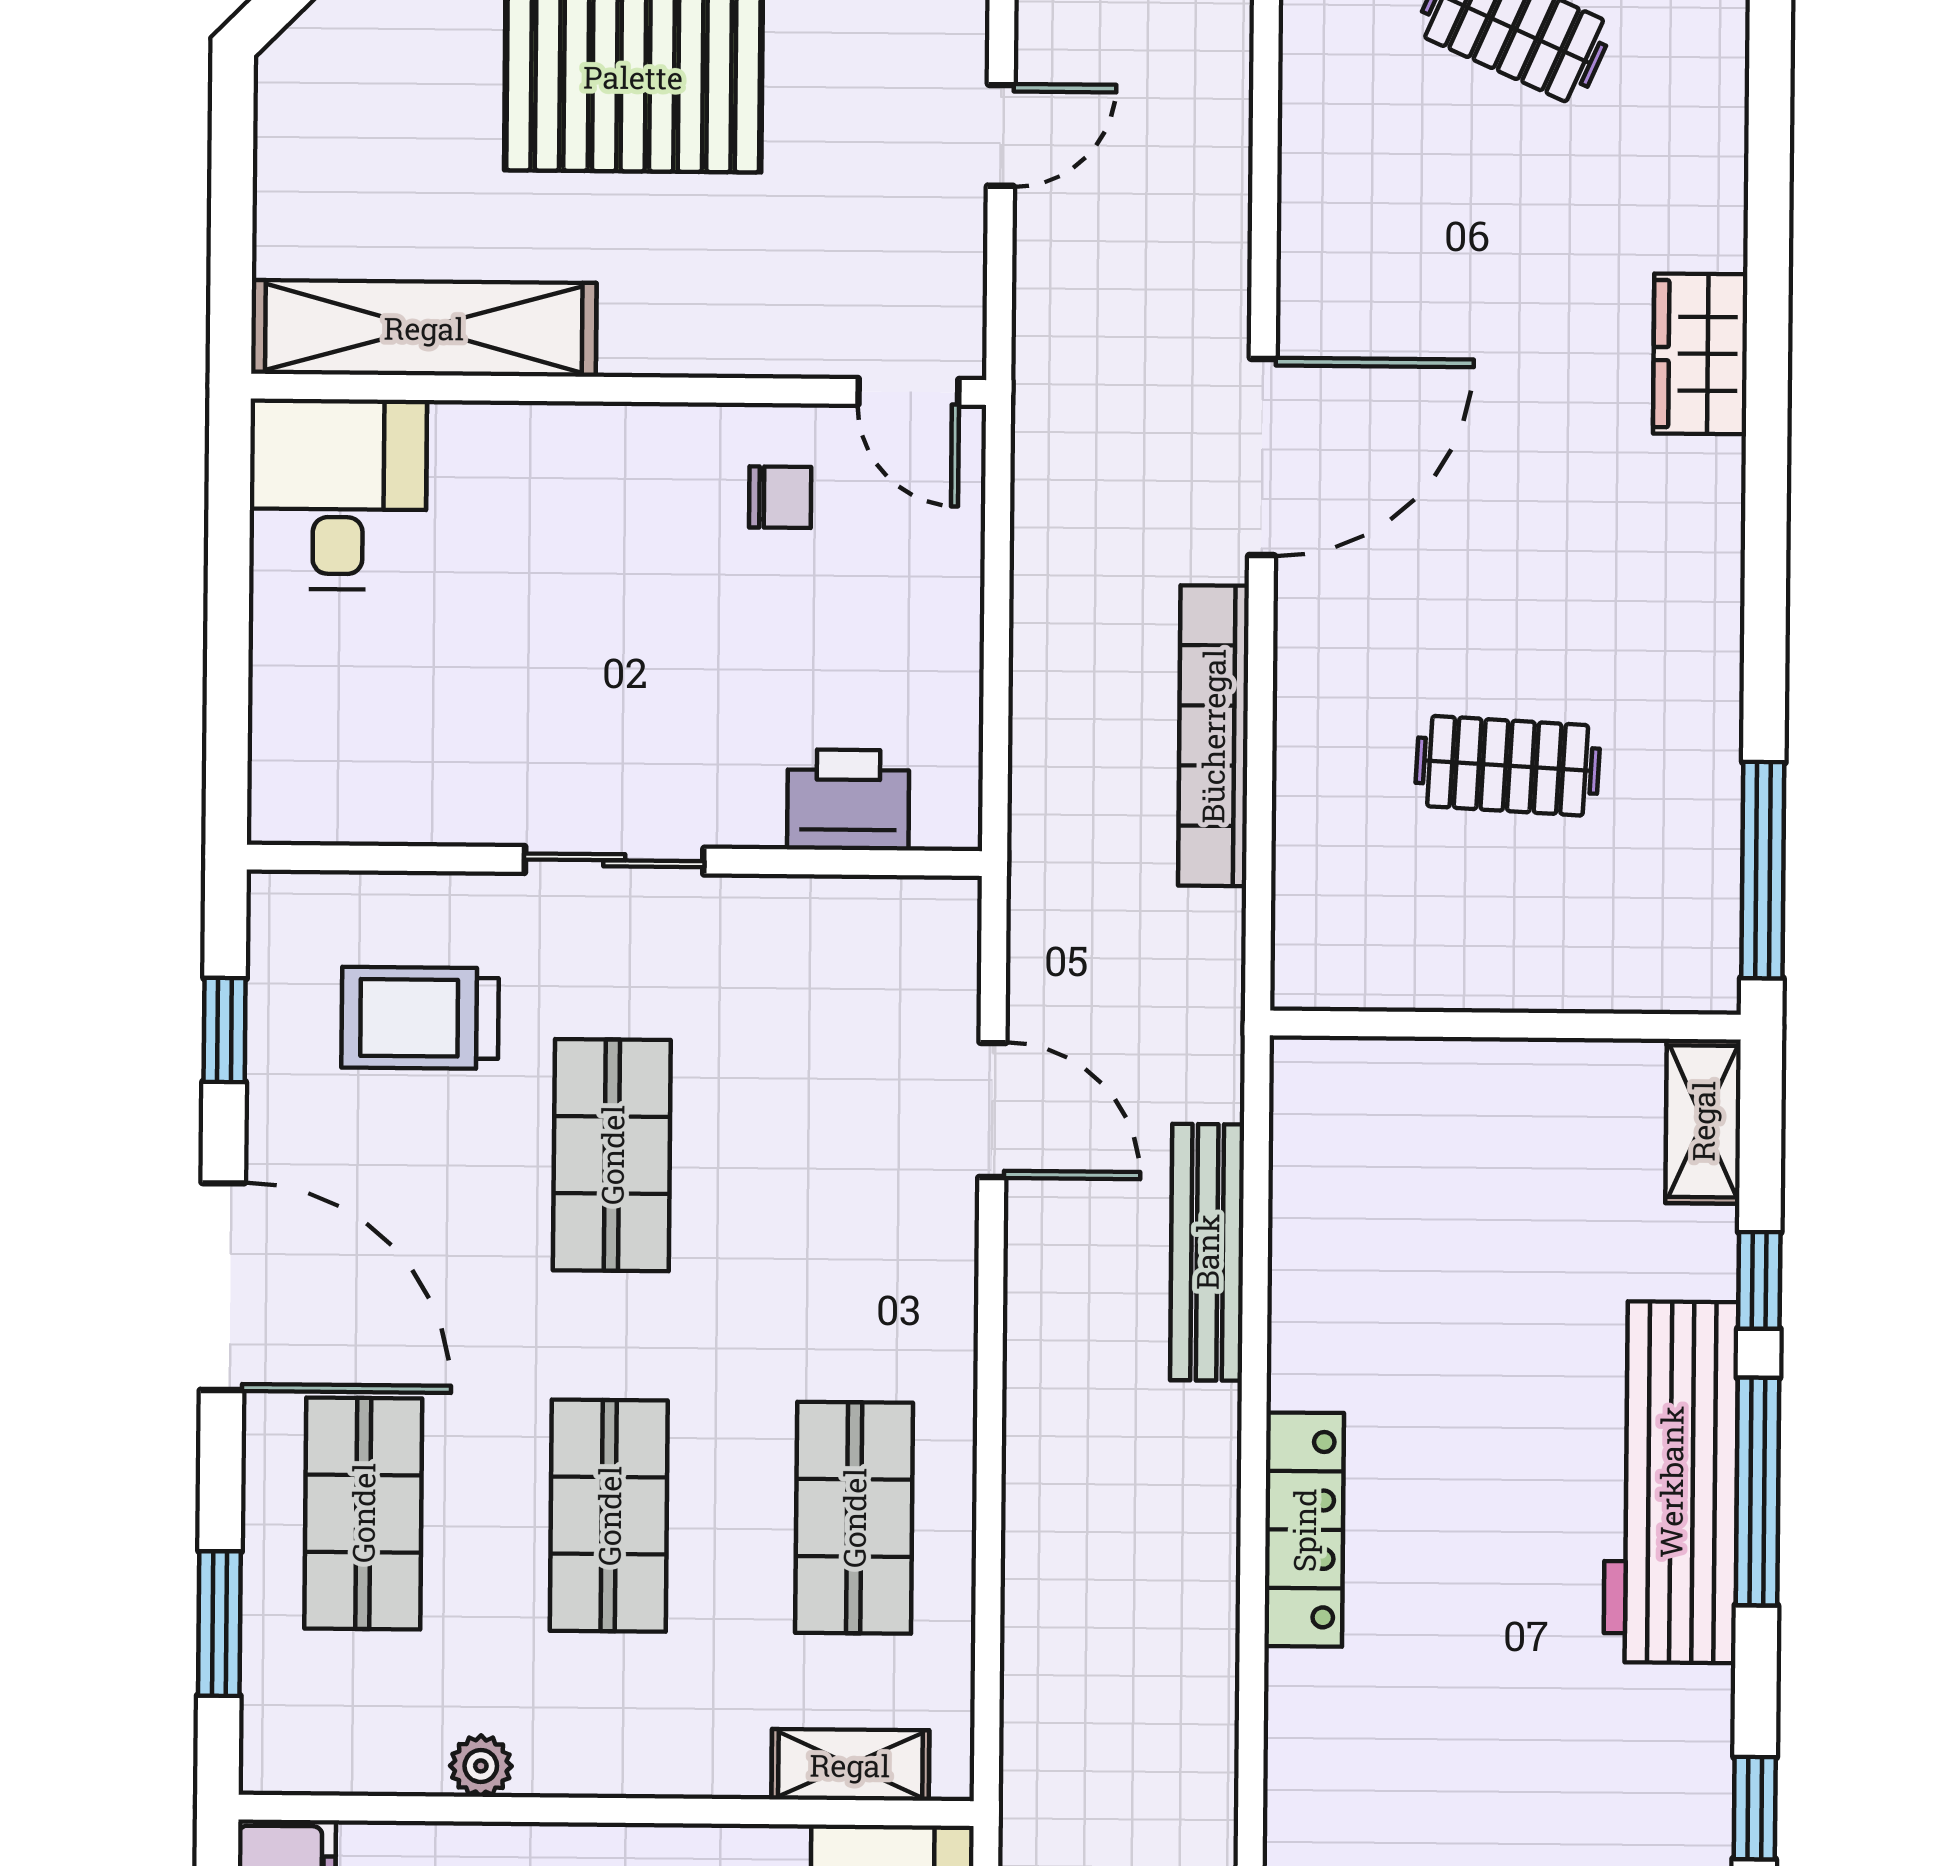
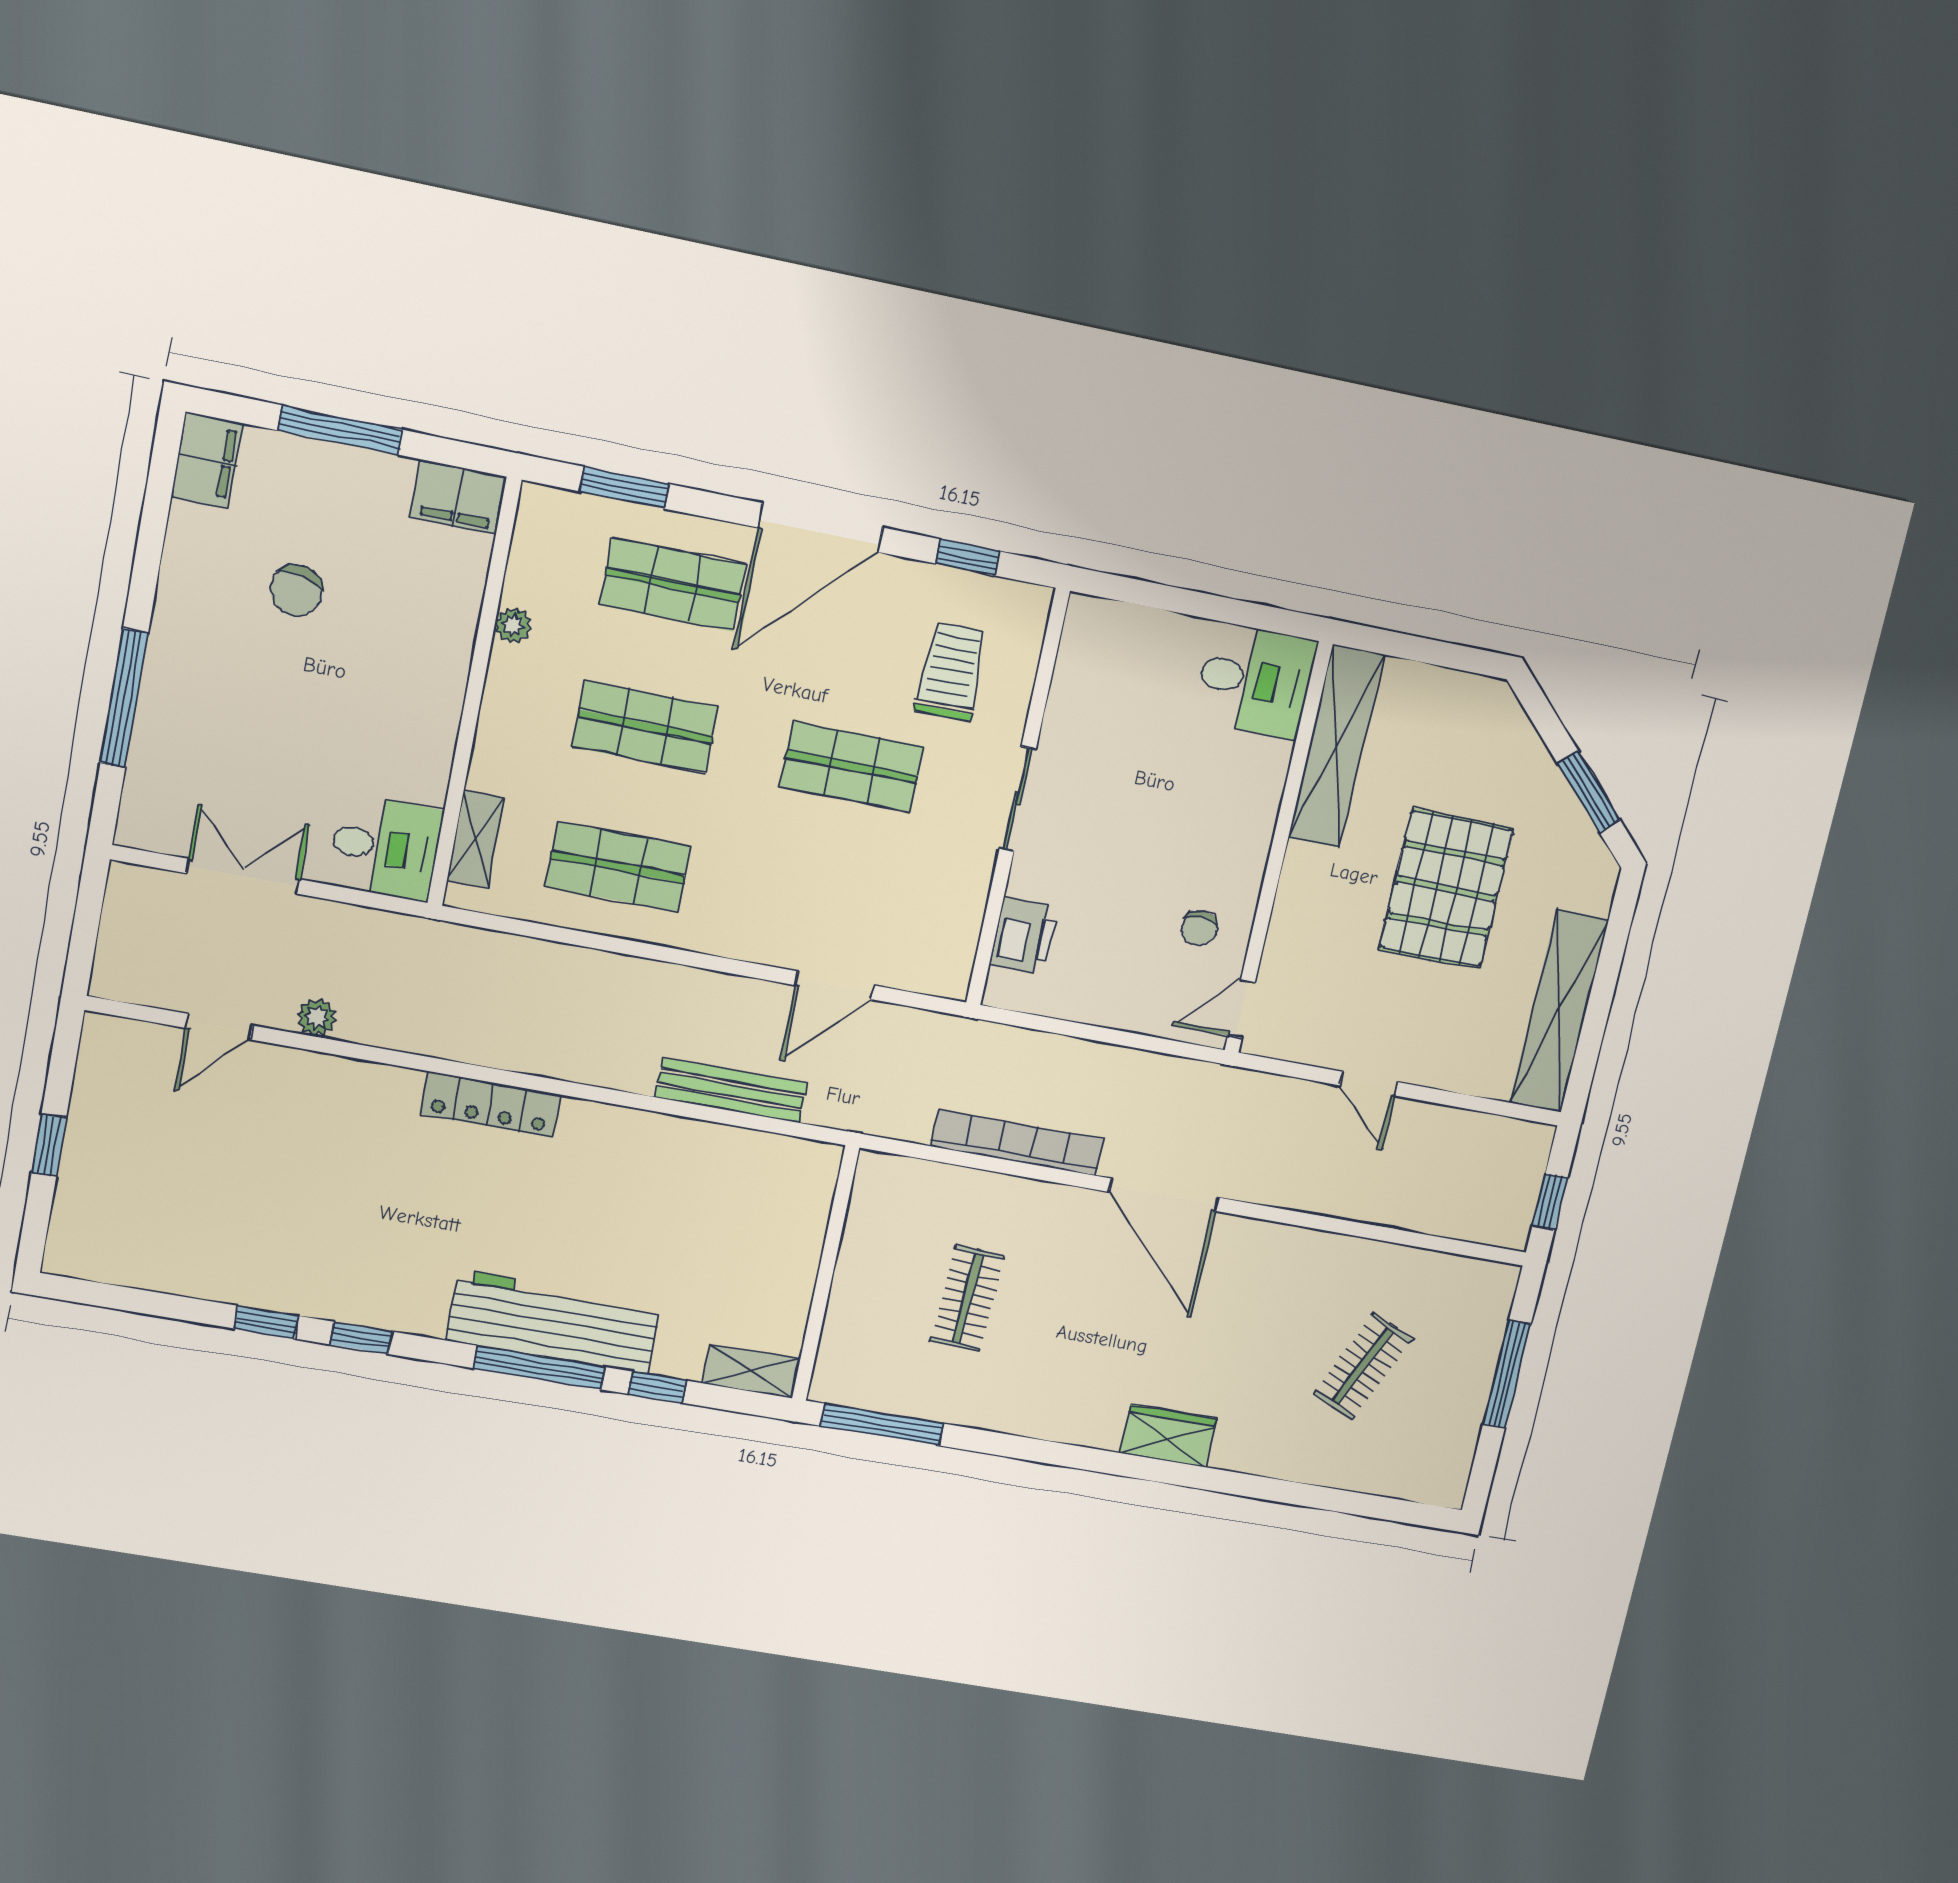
locker: (1304, 1530) -> (490, 1104), moved

